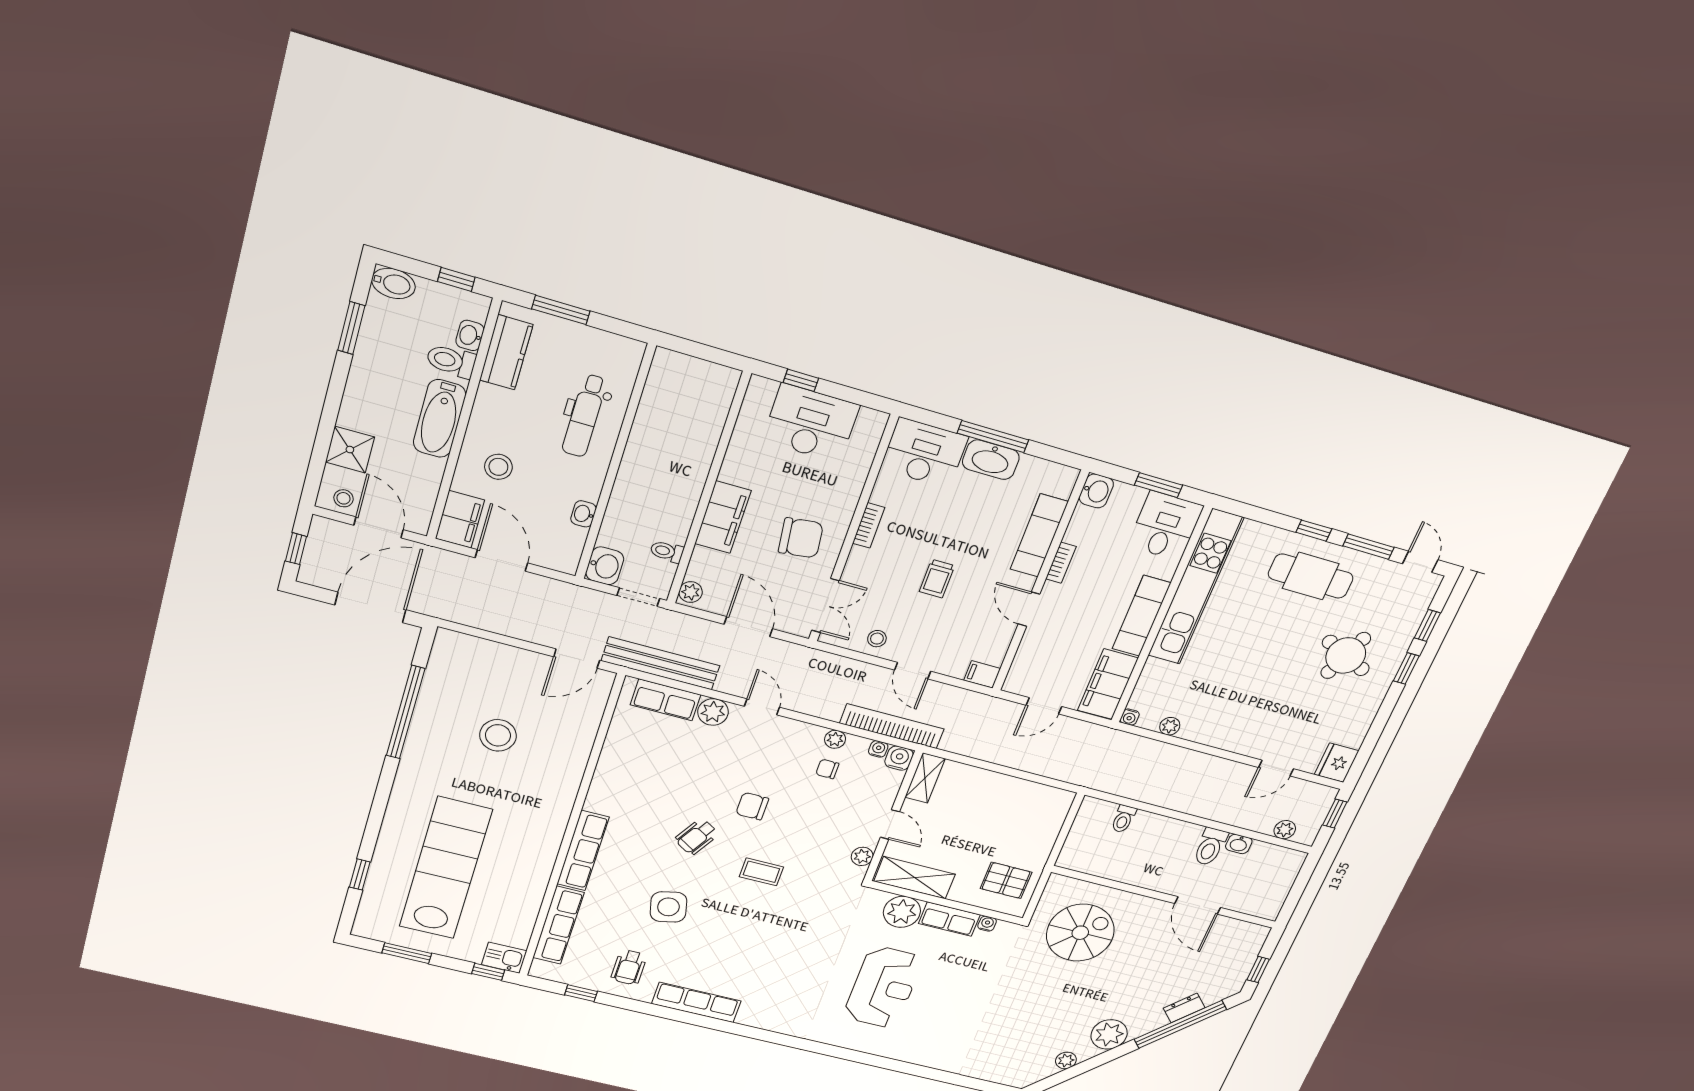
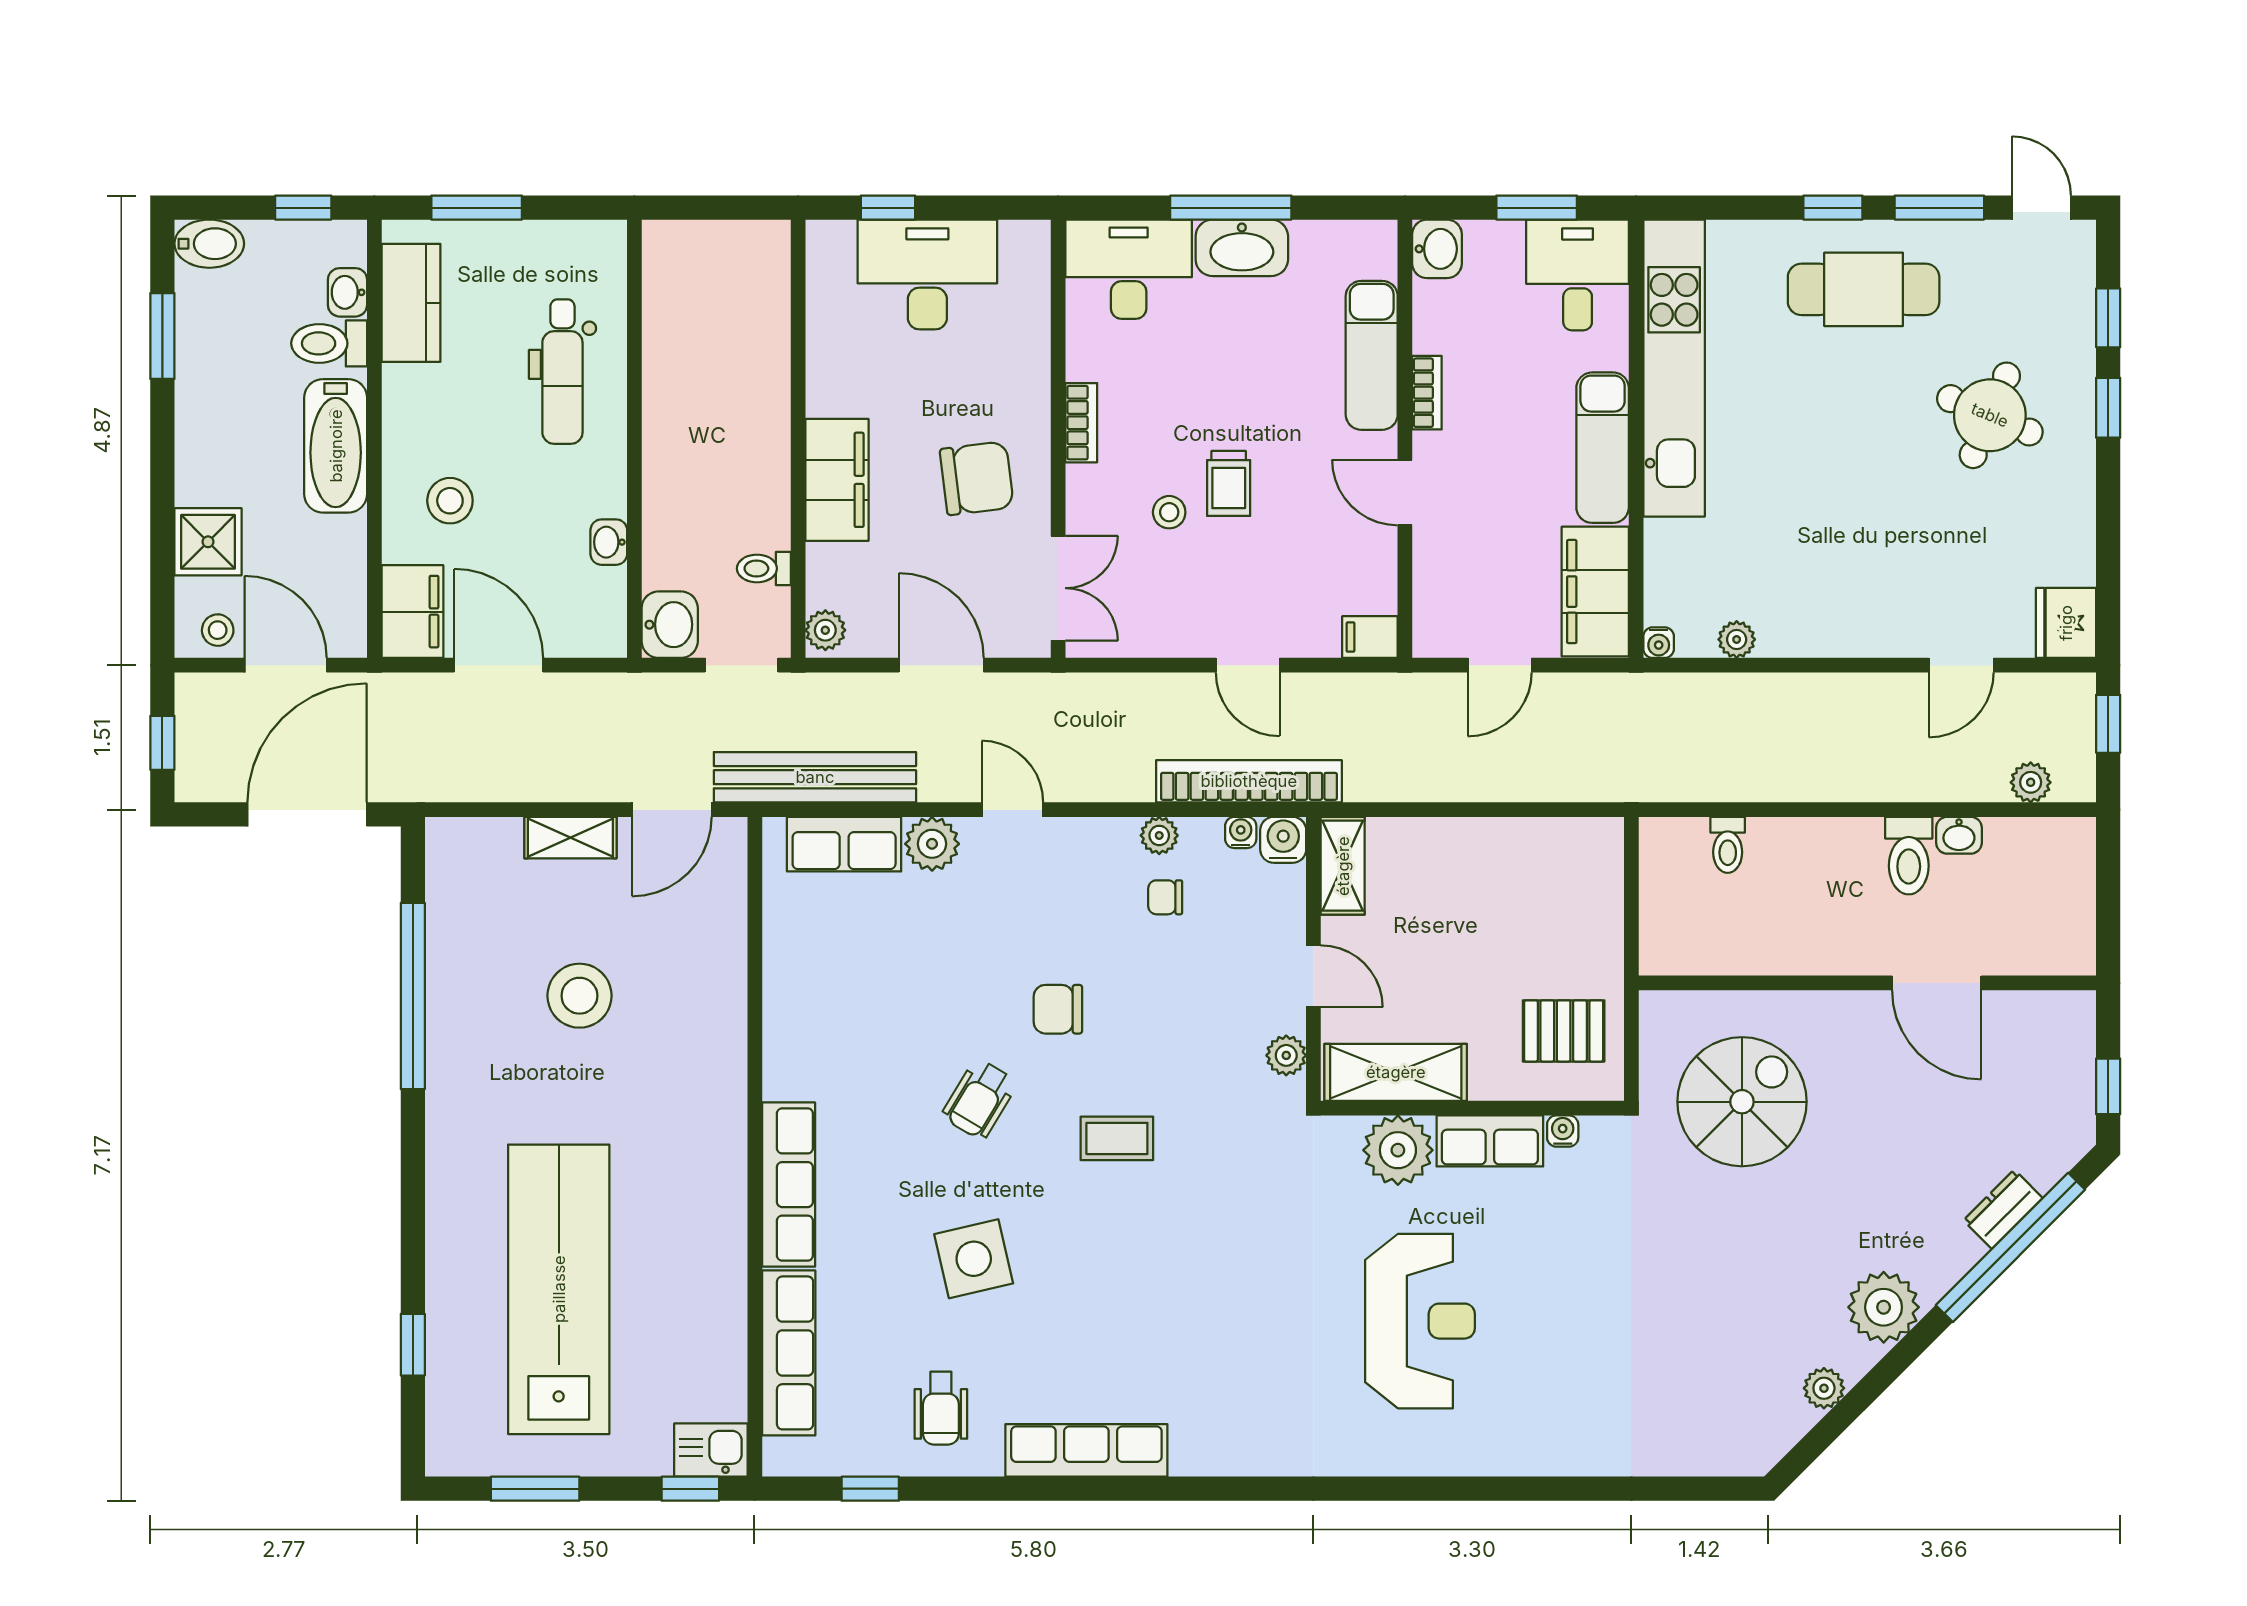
stool: (877, 639) -> (1169, 512), moved
shelving: (516, 658) -> (570, 838), added

